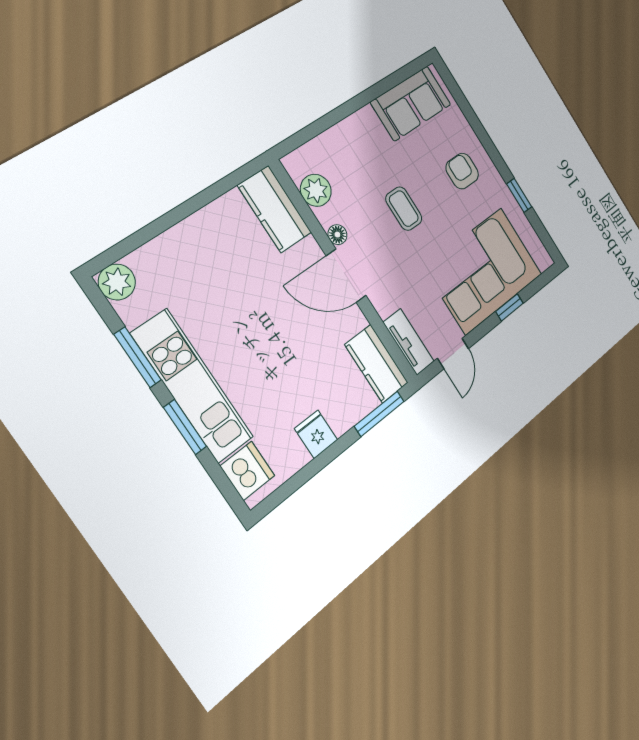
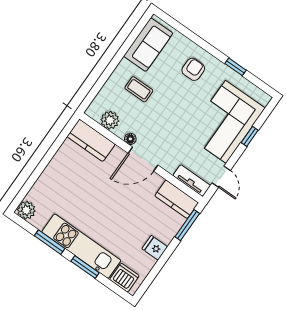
armchair: (462, 171) -> (193, 69), turned 90
coffee table: (404, 209) -> (139, 89), moved

